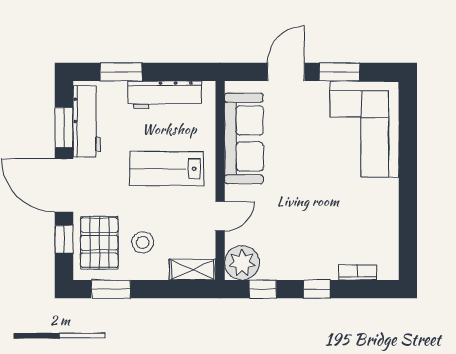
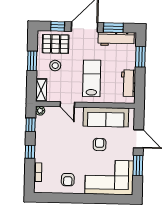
workbench: (165, 95) -> (128, 83), width x0.73
armchair: (299, 150) -> (100, 144), added
armchair: (371, 212) -> (68, 180), added
plant: (242, 263) -> (40, 111), width x0.53, depth x0.53
window: (111, 289) -> (32, 61), moved

